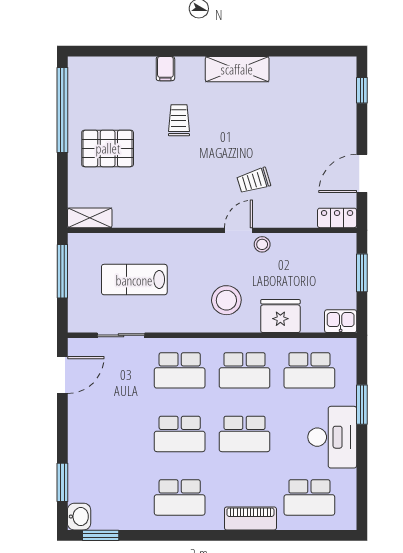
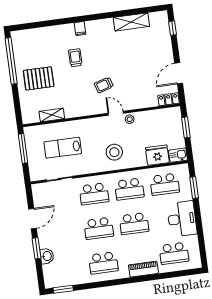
filing cabinet: (165, 69) -> (80, 29), moved
shelving: (237, 69) -> (131, 22), moved
trolley: (254, 181) -> (104, 85), moved
shelving: (90, 218) -> (52, 115), moved
door: (238, 230) -> (116, 113), hinge flipped
fridge: (280, 316) -> (157, 155), moved
door: (62, 375) -> (32, 219), moved
window: (362, 405) -> (194, 188), moved
window: (62, 482) -> (37, 248), moved
washbasin: (79, 517) -> (47, 256), moved

